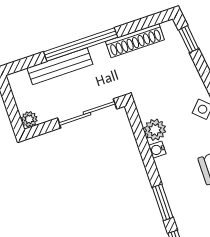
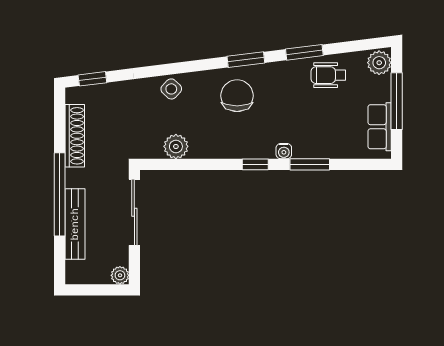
water cooler: (157, 150) -> (284, 151), moved
window: (163, 202) -> (255, 164), width x0.67

